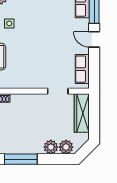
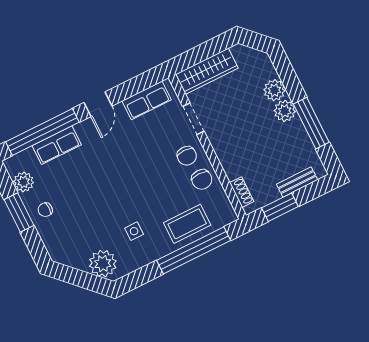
chair: (38, 76) -> (187, 156), added
chair: (20, 78) -> (202, 179), added
plant: (66, 147) -> (285, 111), moved

